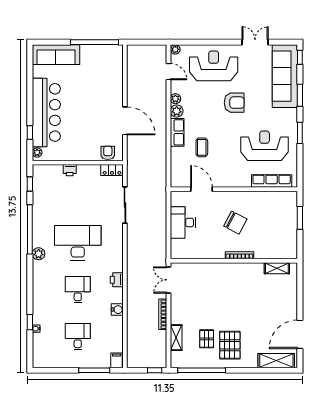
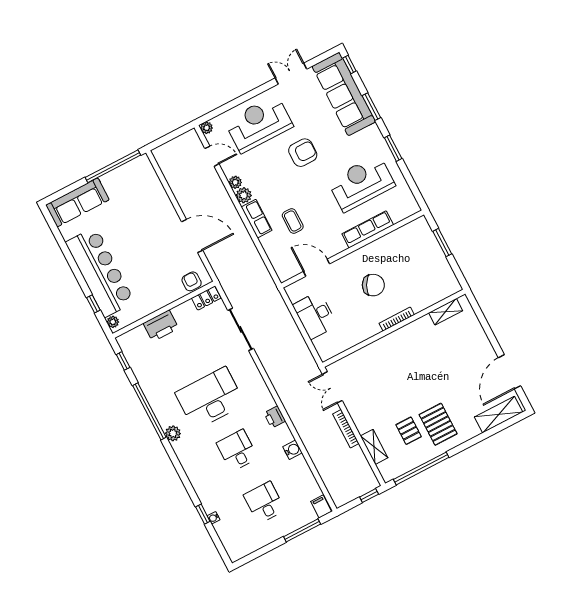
printer: (70, 170) -> (161, 326), width x1.87, depth x1.48
row of seats: (272, 181) -> (368, 229), moved

